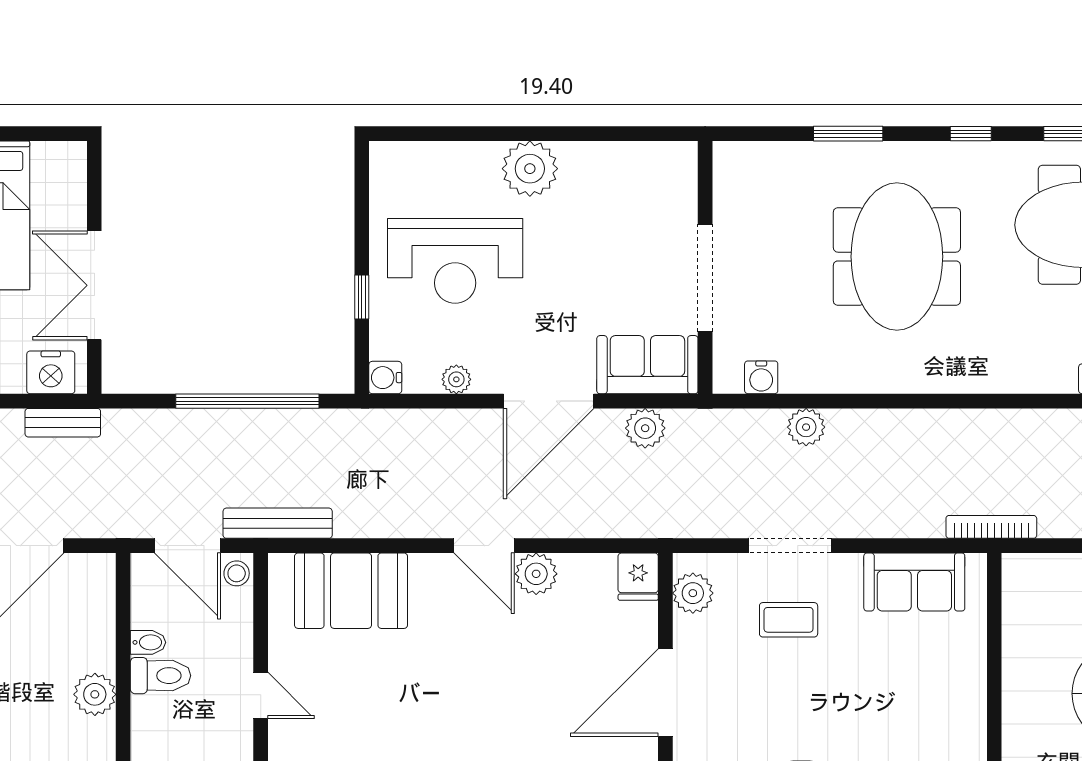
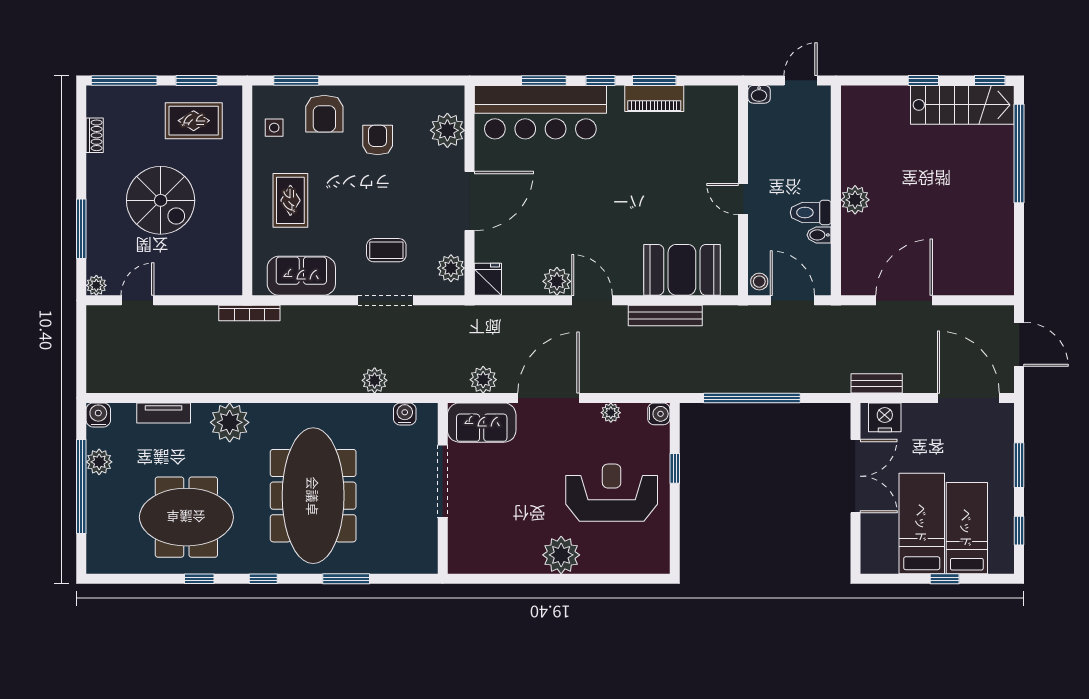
meeting table: (897, 257) -> (313, 496), width x1.36
plant: (1020, 365) -> (230, 422), added
bench: (278, 523) -> (665, 315), moved
rug: (931, 693) -> (290, 200), added

